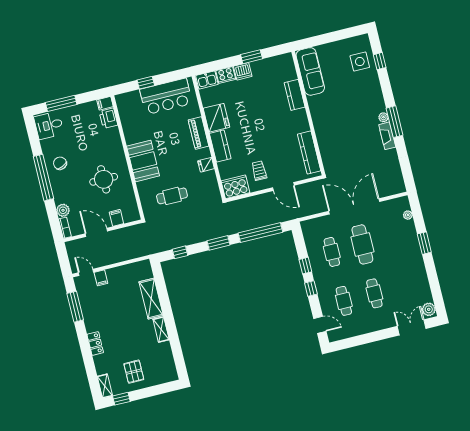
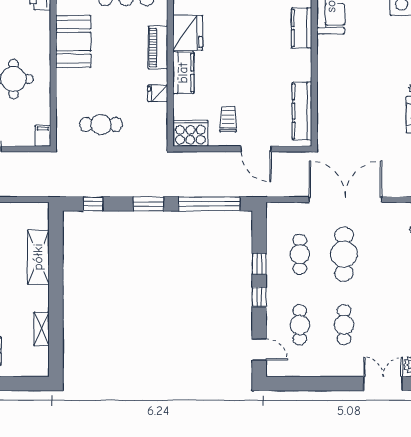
booth: (143, 161) -> (73, 42), moved
filing cabinet: (116, 218) -> (43, 136), moved
shelving: (161, 329) -> (41, 329), moved

